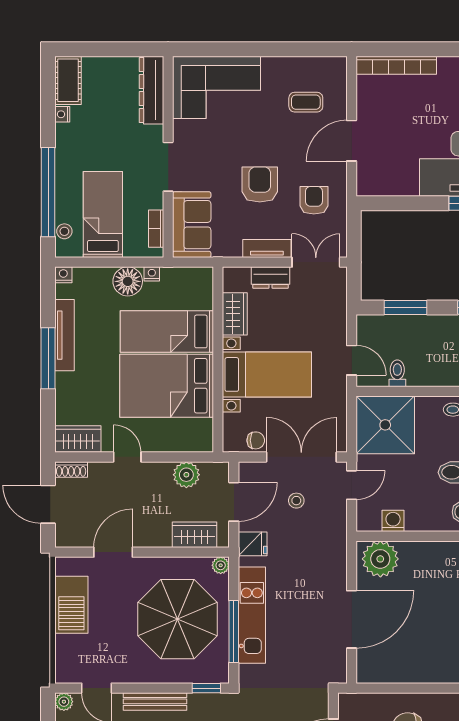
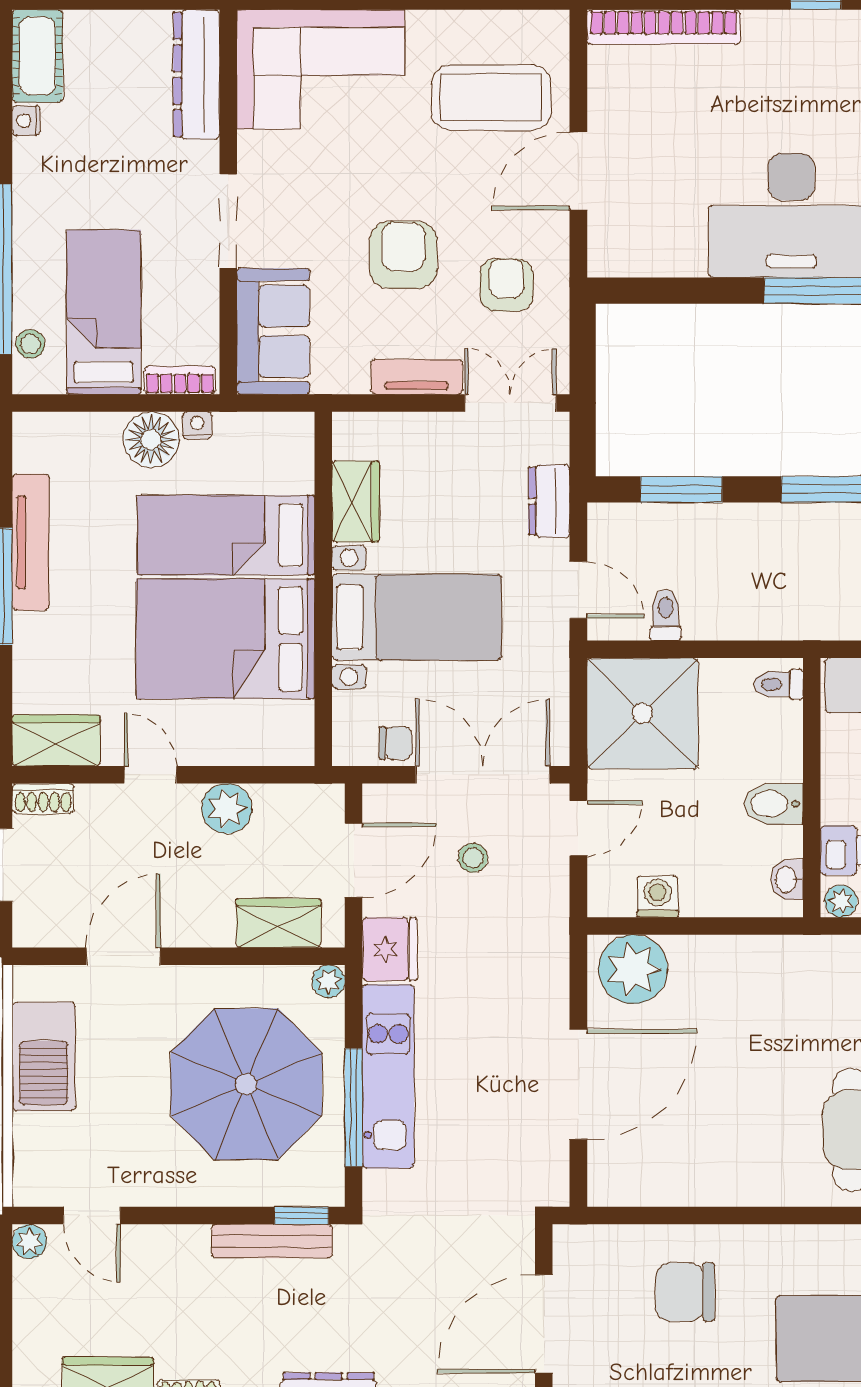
coffee table: (306, 102) -> (491, 97), width x1.86, depth x1.72
bookcase: (156, 229) -> (180, 380), moved, turned 90
nightstand: (63, 275) -> (28, 427), removed
dresser: (270, 278) -> (549, 501), moved, turned 90
plant: (186, 475) -> (227, 808), moved
fridge: (253, 544) -> (390, 949), width x1.38
bench: (155, 701) -> (272, 1241), moved

